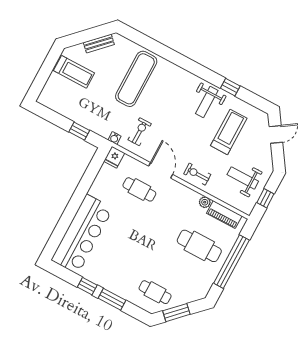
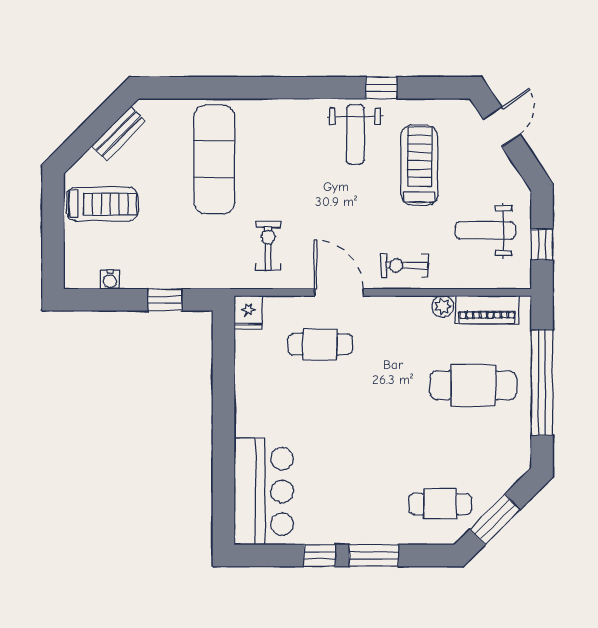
water cooler: (115, 138) -> (110, 280), moved
bar counter: (82, 234) -> (264, 491), width x0.73

